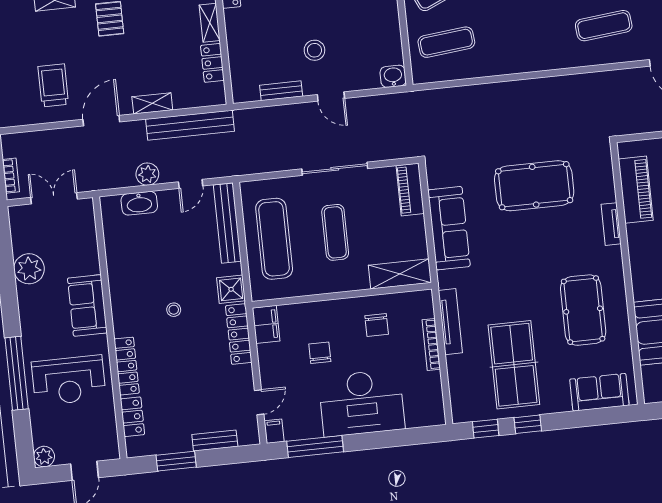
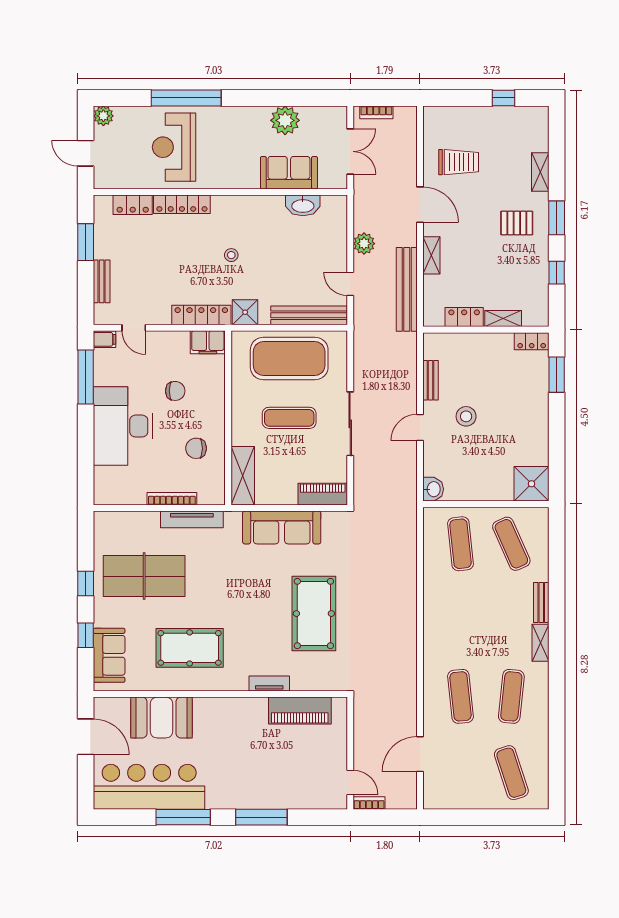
washbasin: (139, 203) -> (303, 205), moved, turned -90
exercise mat: (274, 239) -> (289, 359), width x1.47
sofa: (87, 305) -> (289, 173), moved
window: (486, 429) -> (86, 635), moved

